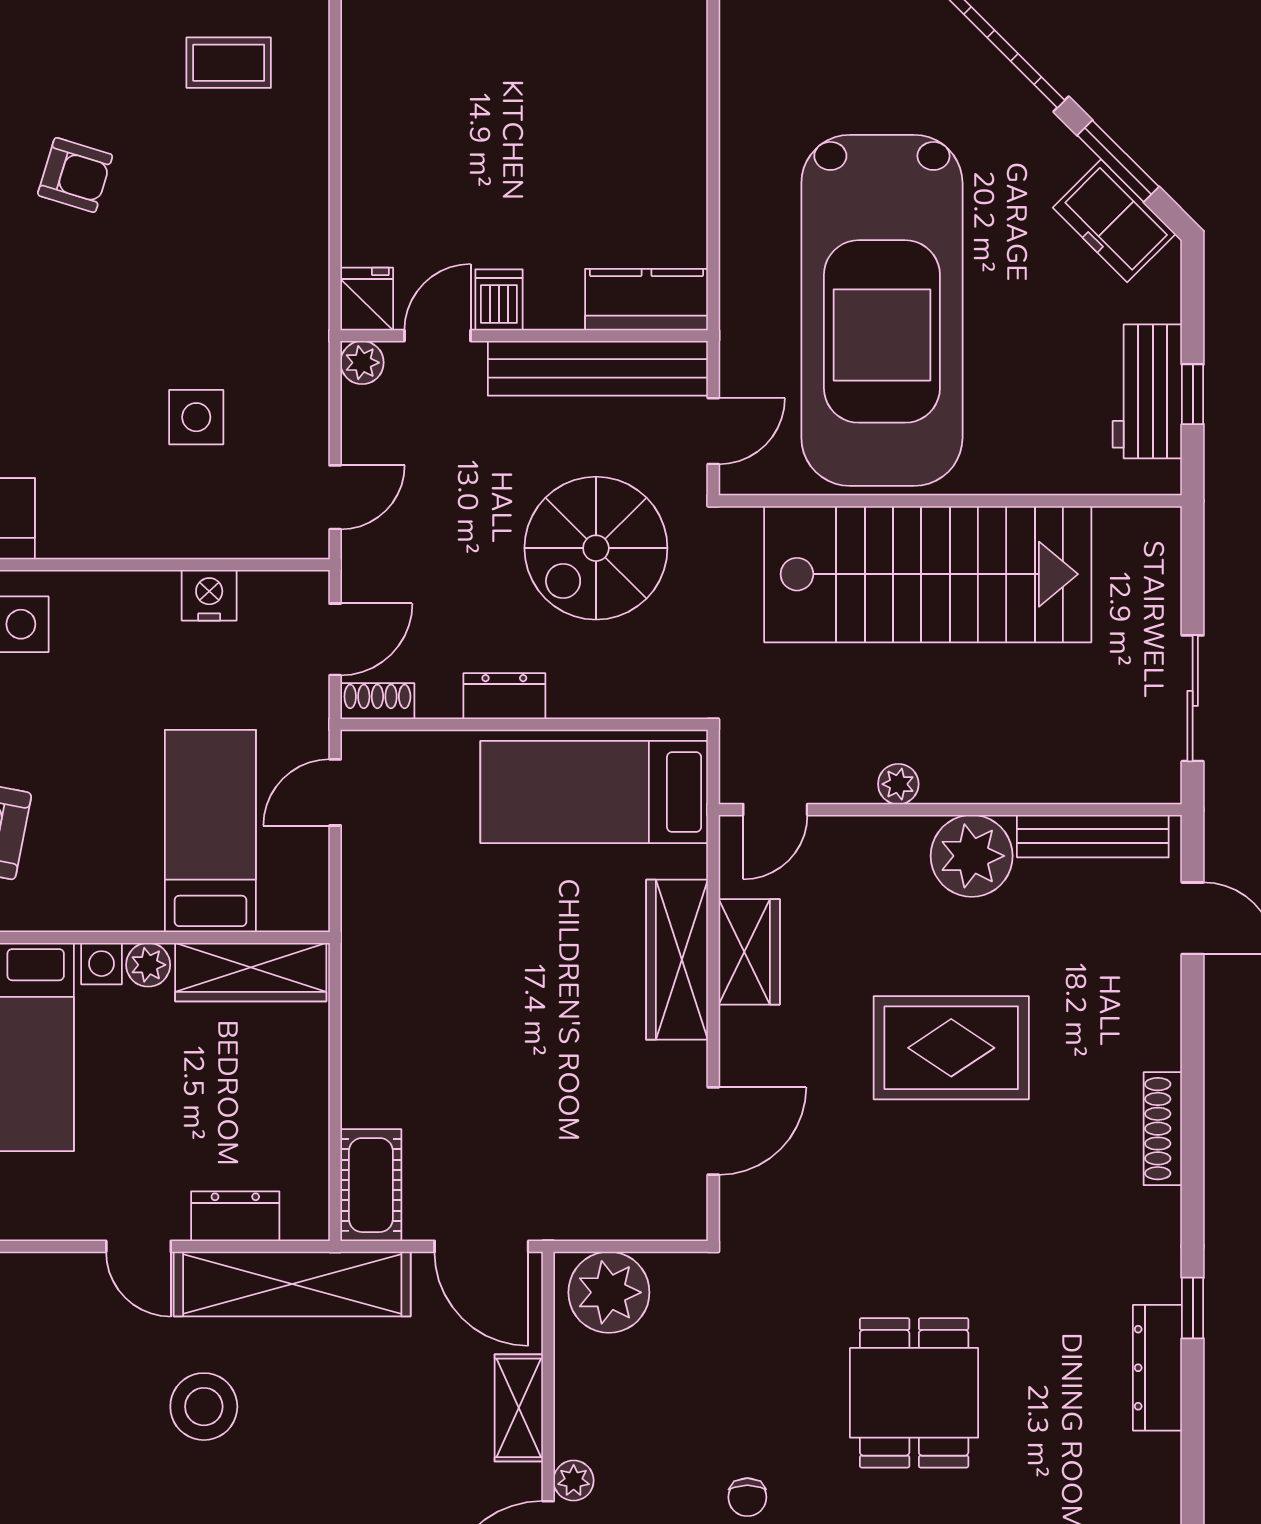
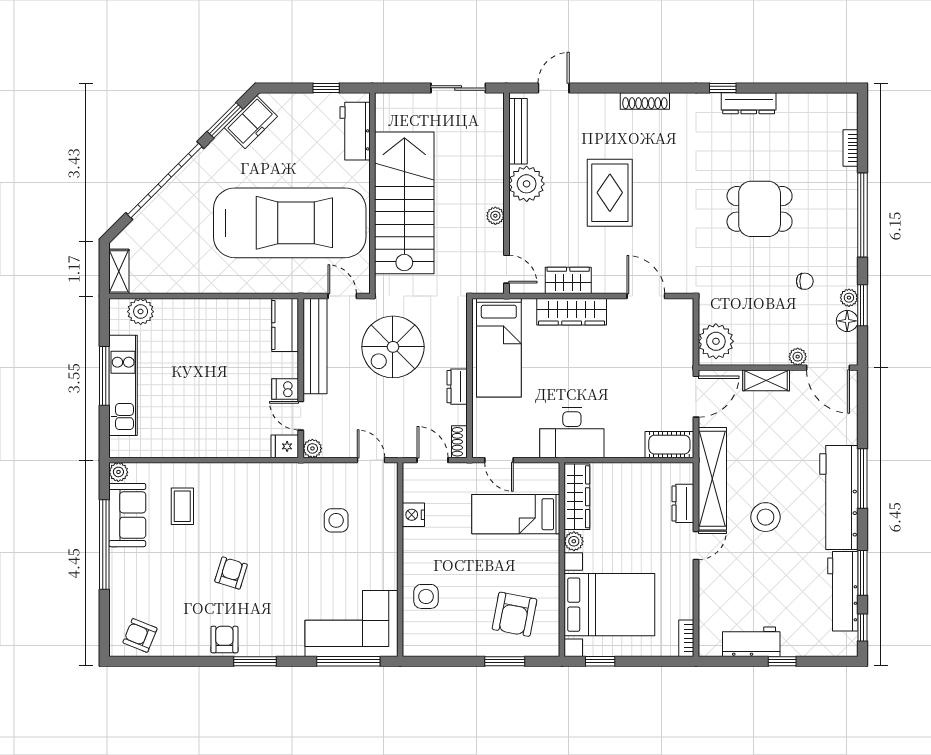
workbench: (1147, 391) -> (355, 131), moved, turned 90
spiral stairs: (596, 548) -> (393, 347), turned 90
desk: (398, 961) -> (572, 433), added

